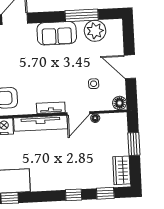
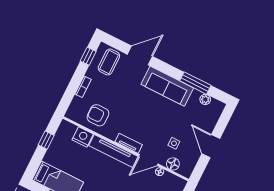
plant: (95, 31) -> (205, 99), width x0.53, depth x0.53
sofa: (57, 33) -> (167, 86), width x1.36
floor lamp: (120, 103) -> (173, 164), moved

